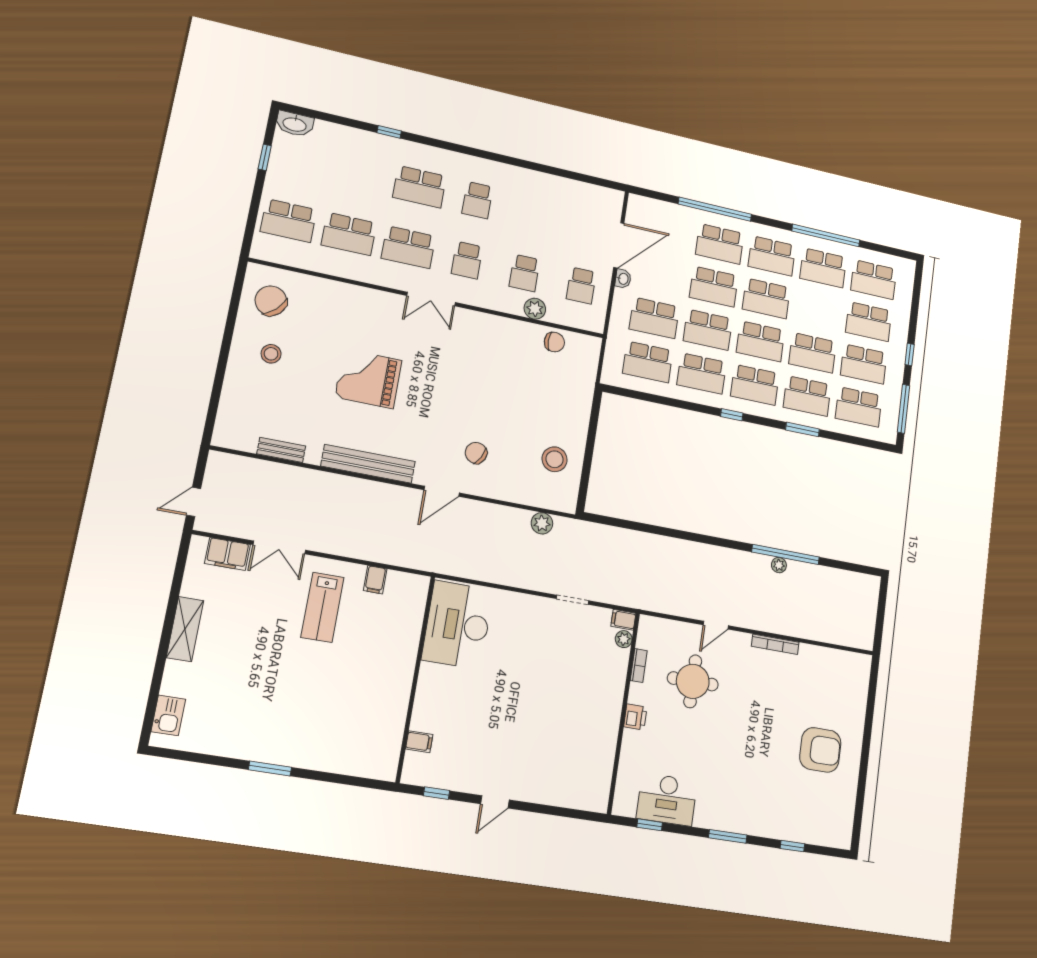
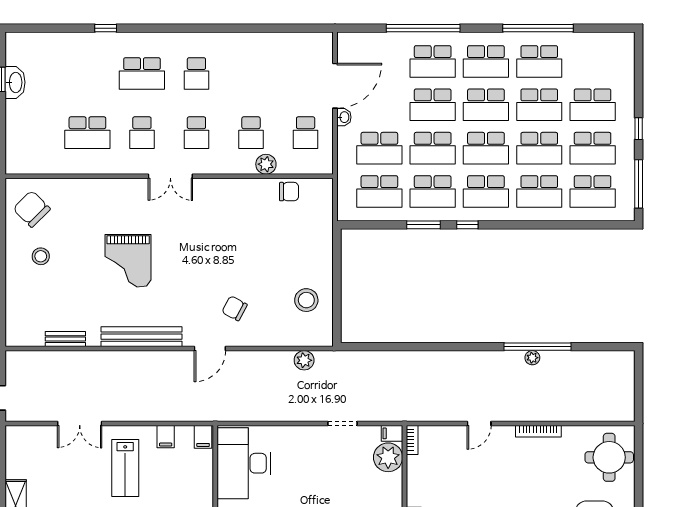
washbasin: (295, 124) -> (15, 82), moved, turned -90
school desk: (289, 221) -> (33, 133), removed
school desk: (408, 247) -> (142, 133), width x0.54
school desk: (874, 280) -> (539, 105), moved
grand piano: (368, 379) -> (128, 261), turned -90
window: (802, 429) -> (424, 225), moved
filing cabinet: (227, 554) -> (203, 437), moved, width x0.50
plant: (624, 639) -> (388, 457), width x1.88, depth x1.88
bookcase: (639, 666) -> (412, 440), moved
round table: (693, 681) -> (609, 457), moved

